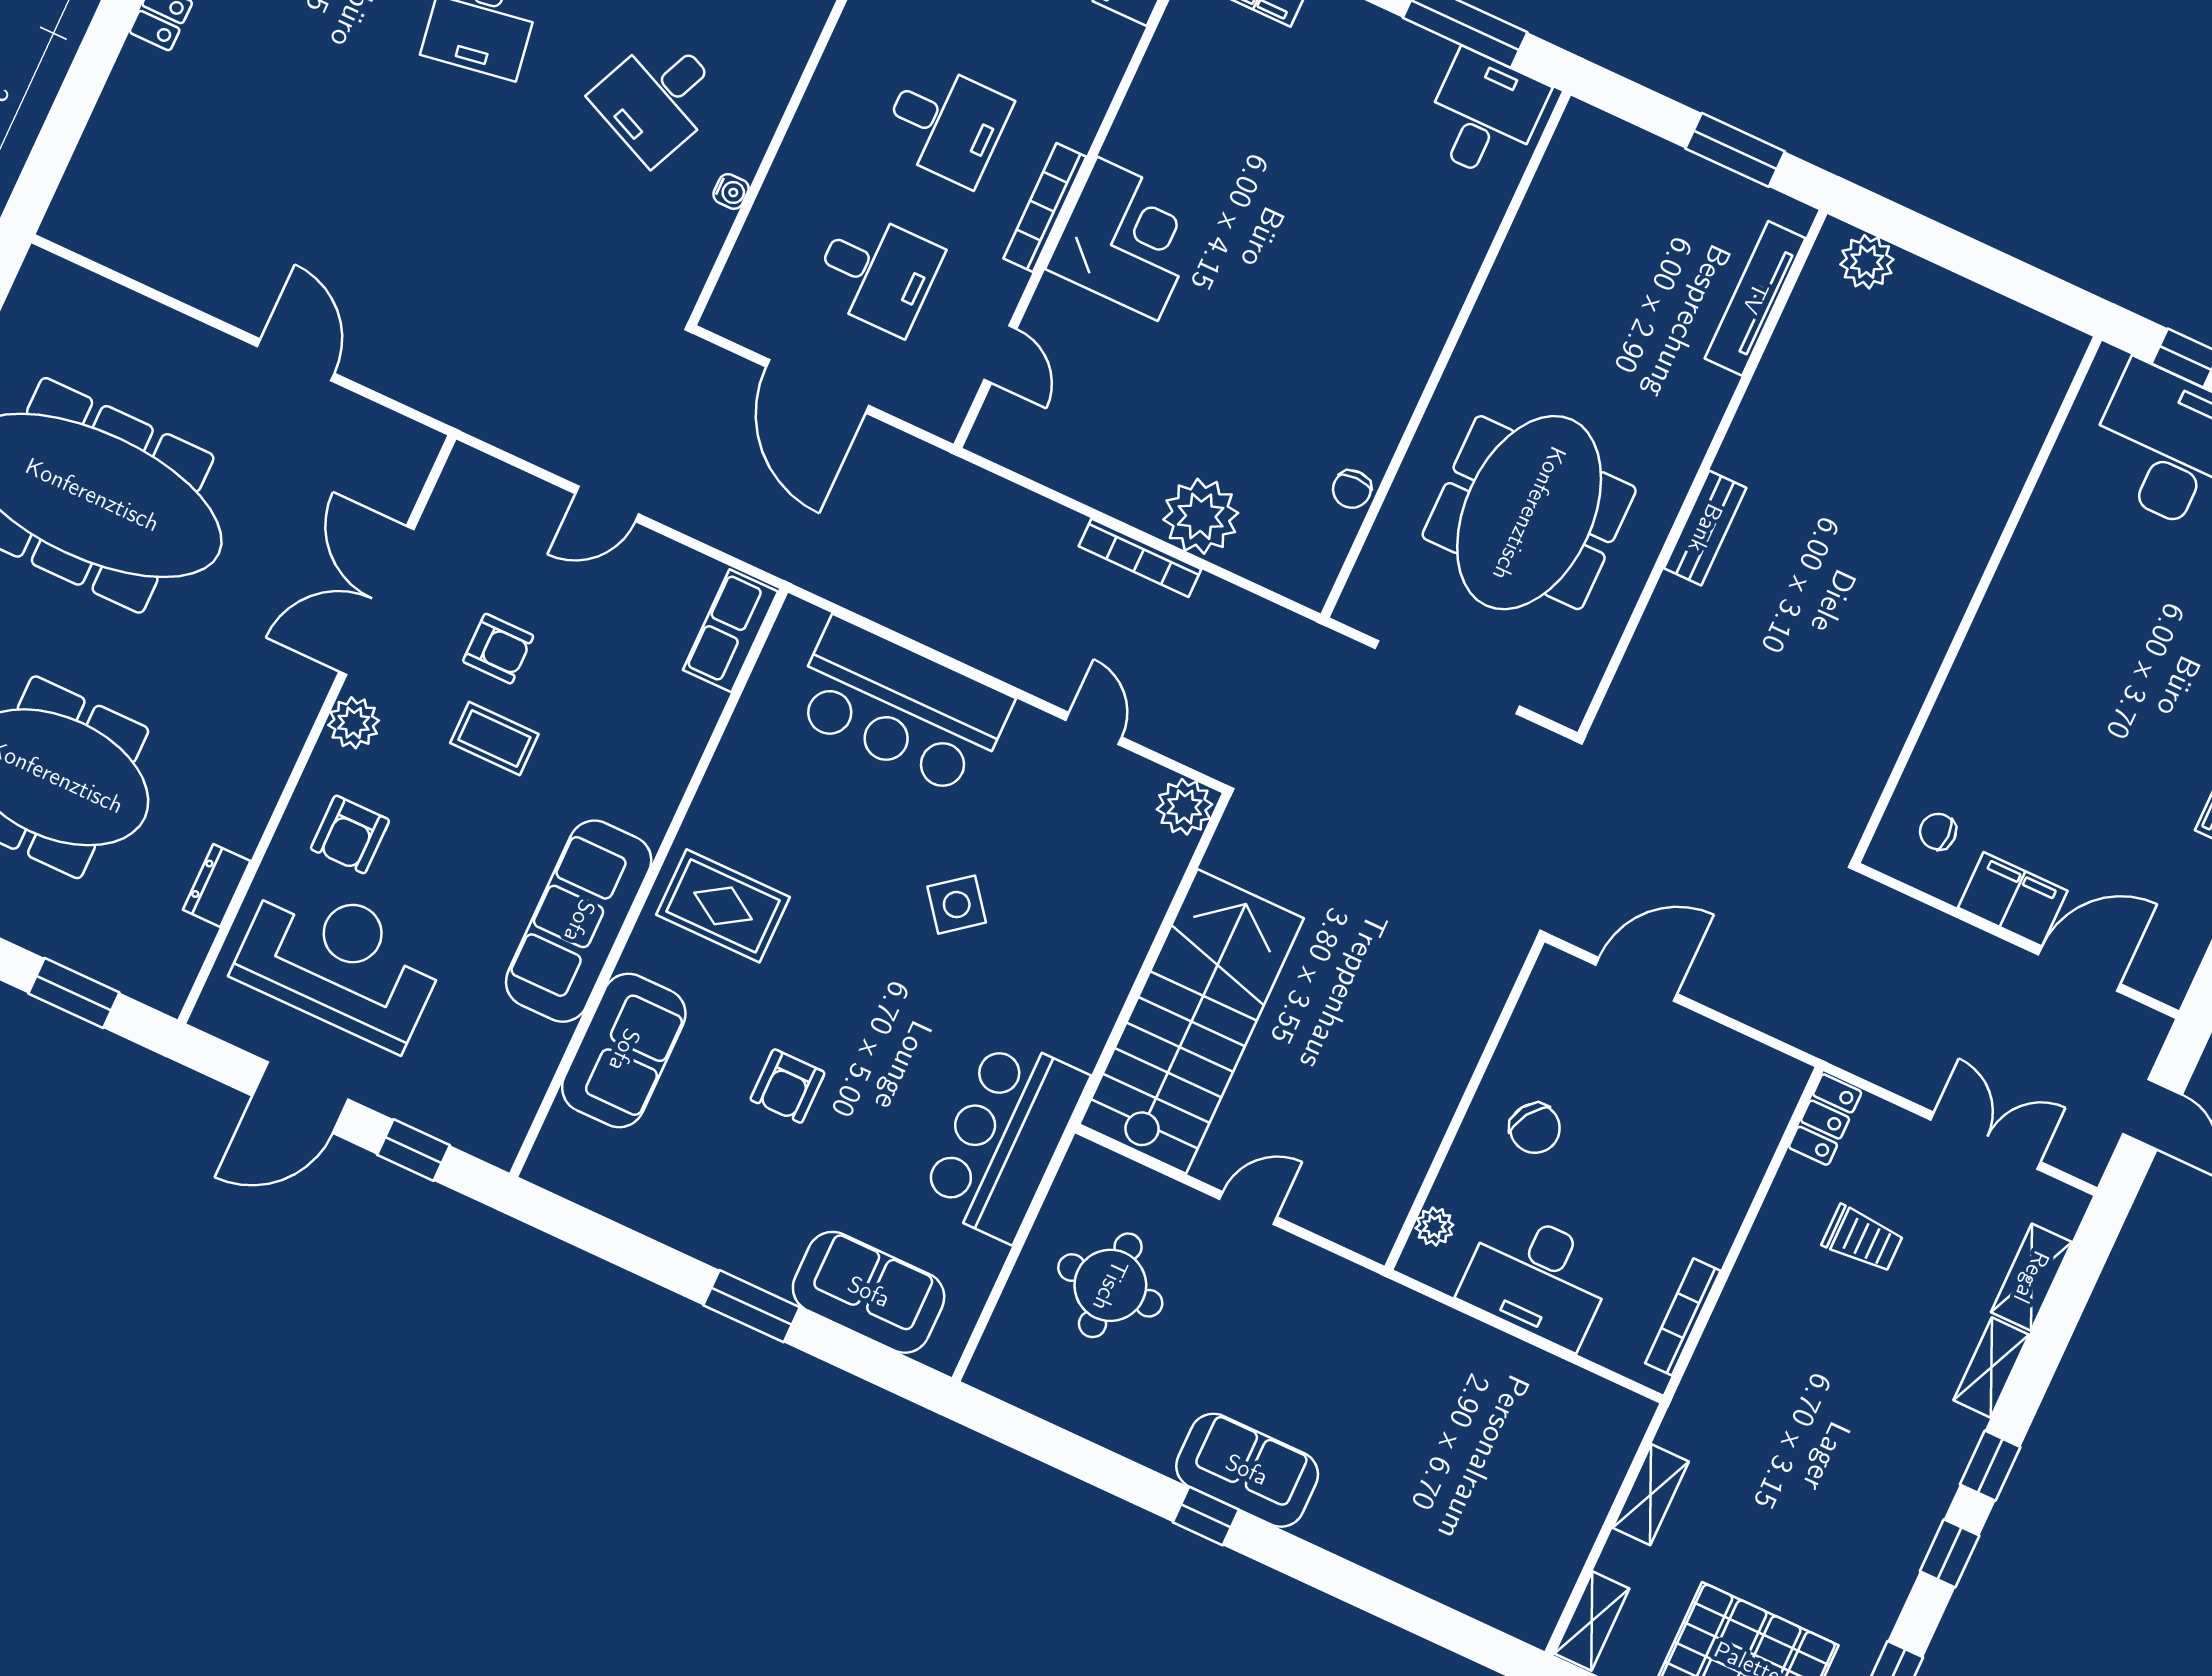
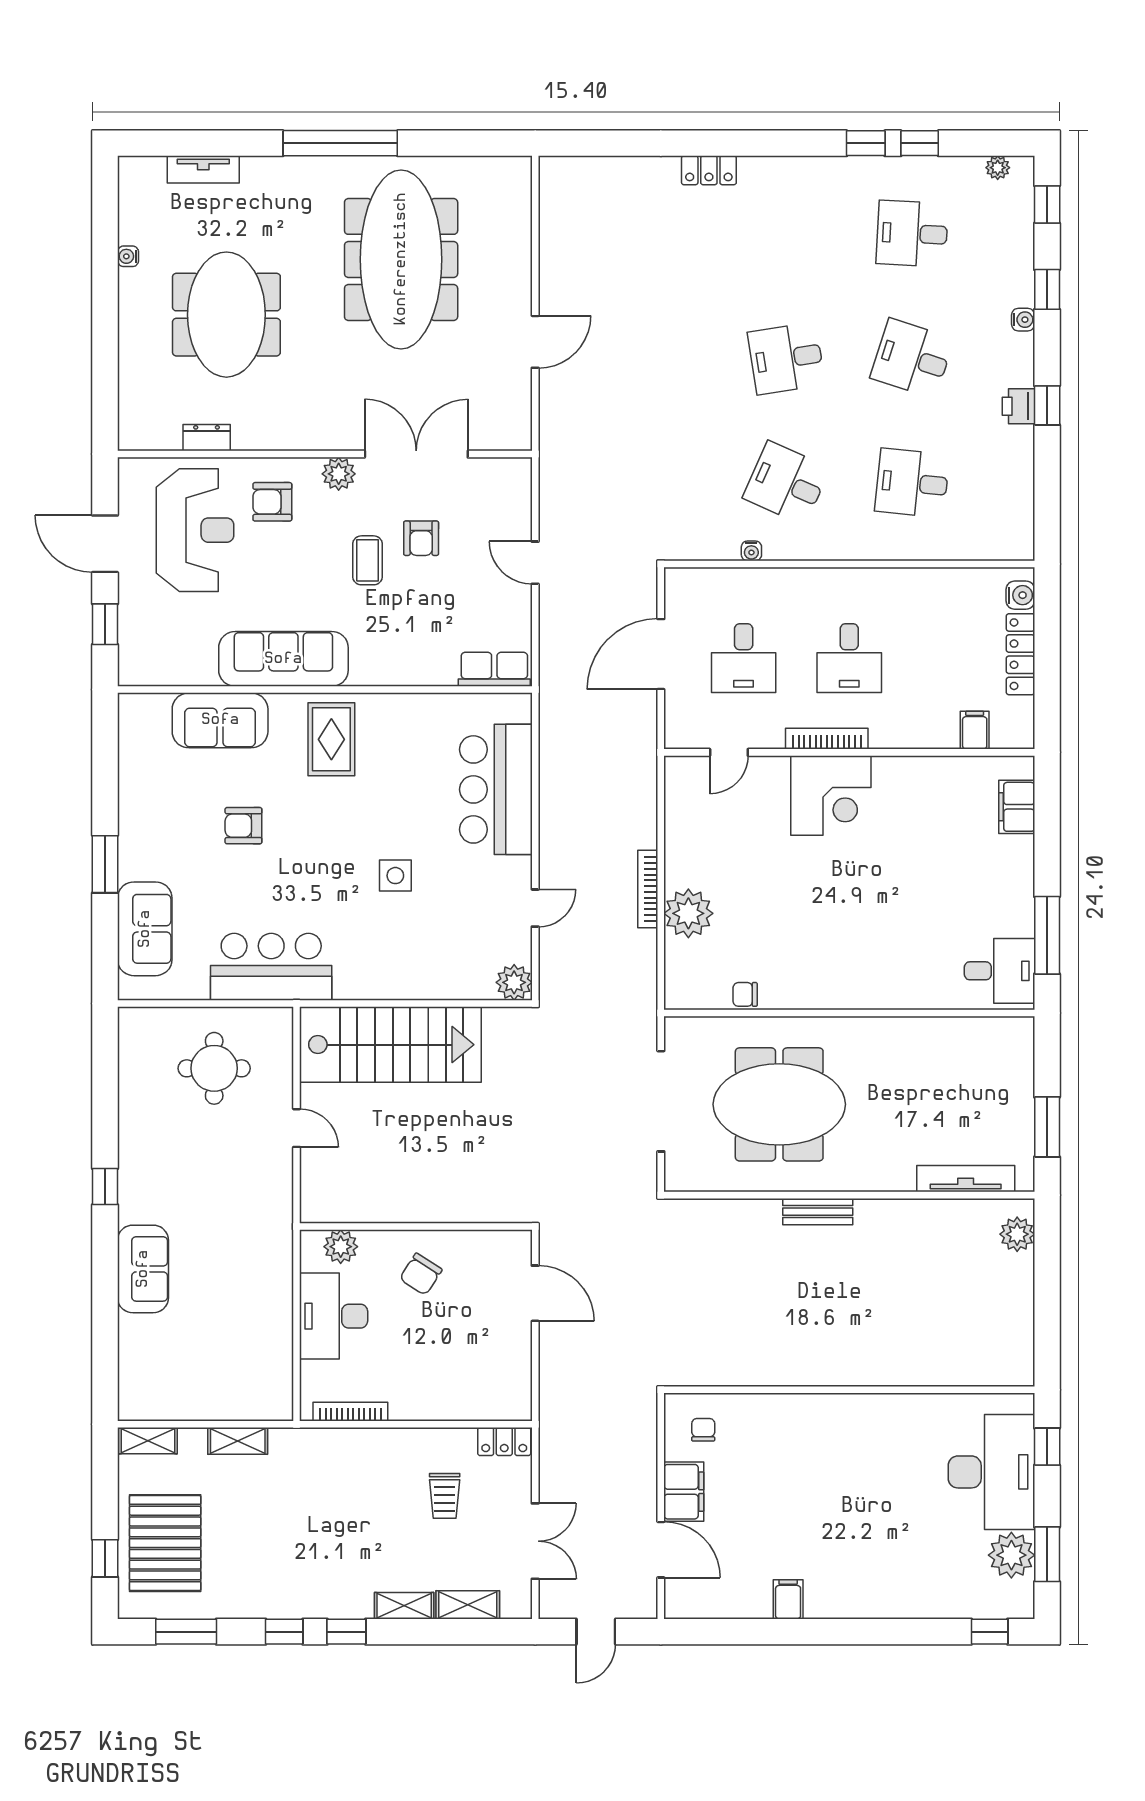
side table: (957, 905) -> (395, 876), turned 38
window: (74, 993) -> (105, 383), removed
plant: (1434, 1227) -> (341, 1247), width x1.38, depth x1.38
sofa: (1247, 1470) -> (143, 1269), moved

